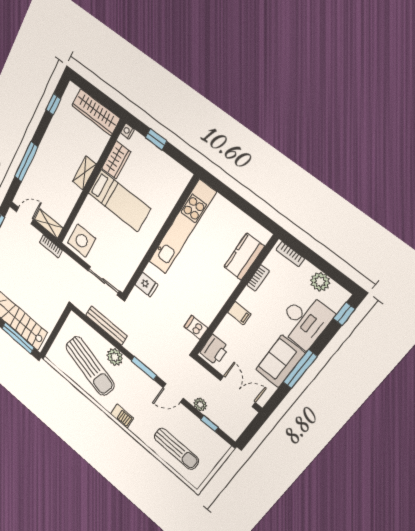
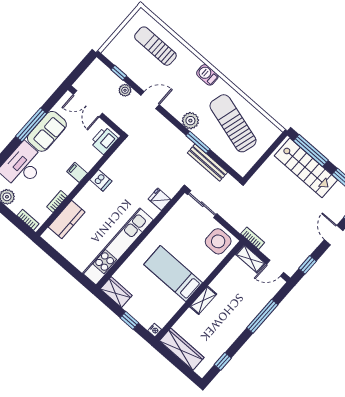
wardrobe: (116, 160) -> (116, 292), moved, turned 90
dishwasher: (196, 327) -> (101, 180), moved
plant: (115, 357) -> (190, 121), moved
window: (144, 368) -> (198, 142), moved

